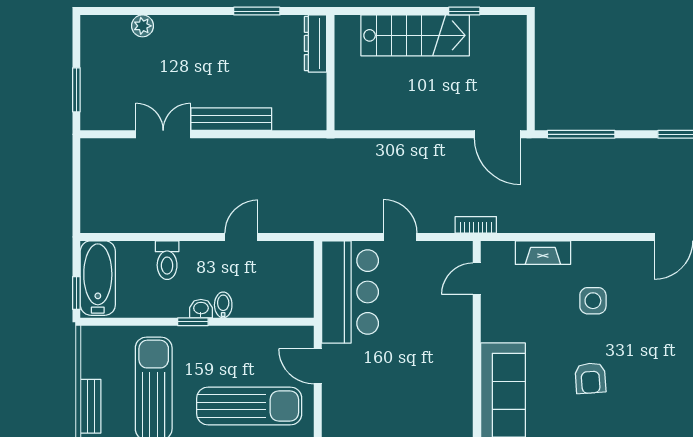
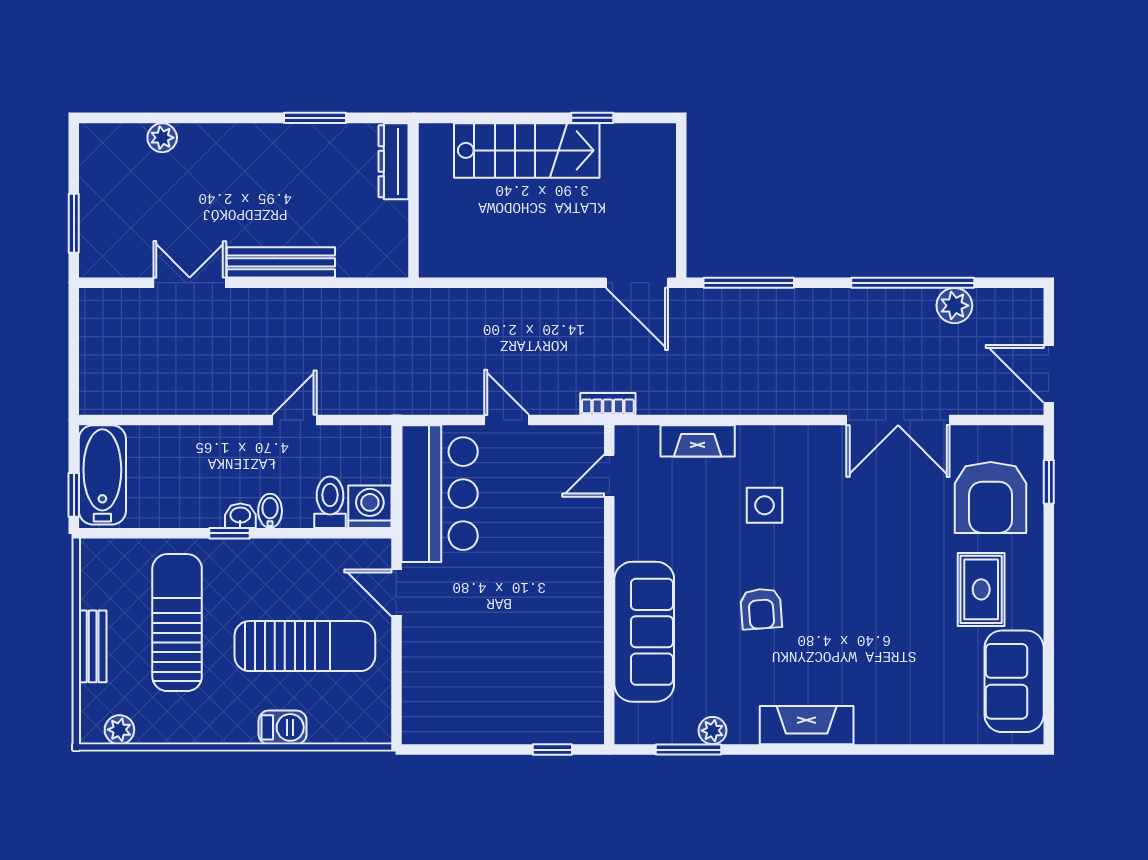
toilet: (167, 260) -> (330, 502), moved, turned 180
washing machine: (298, 302) -> (370, 507), added

